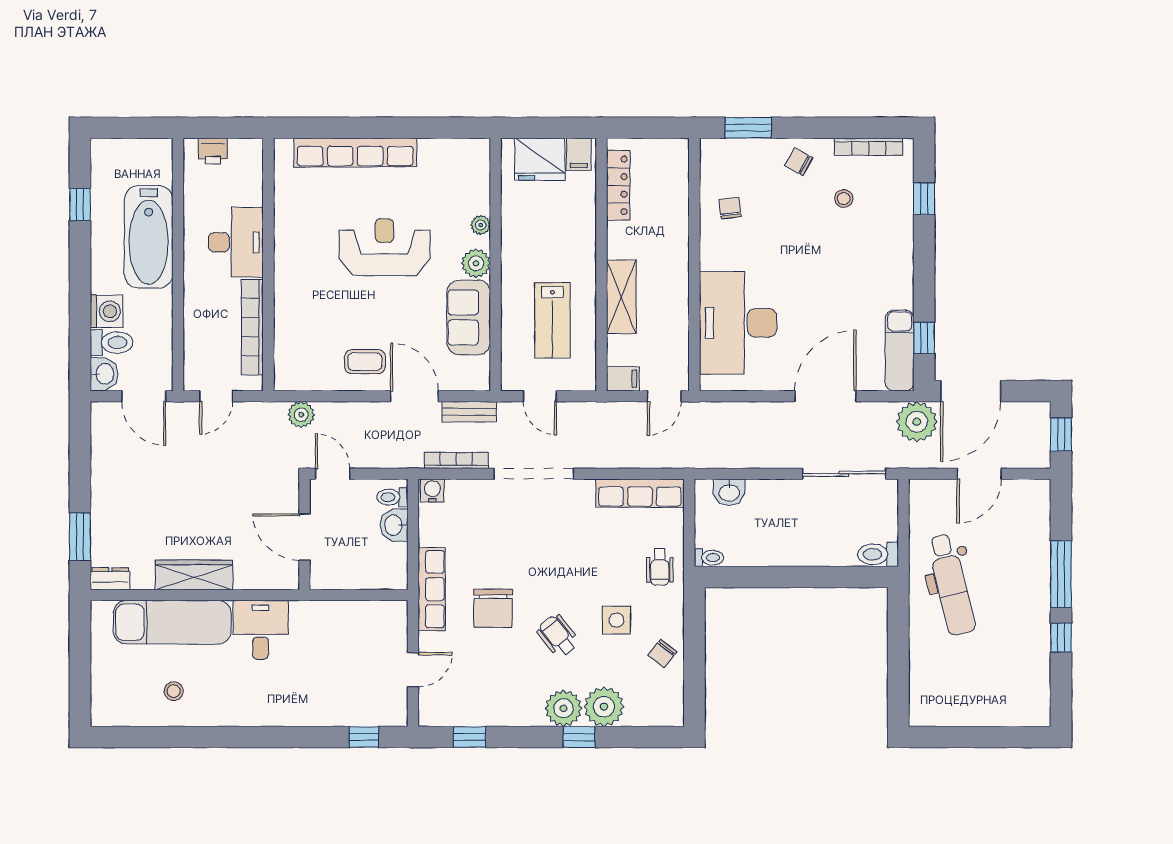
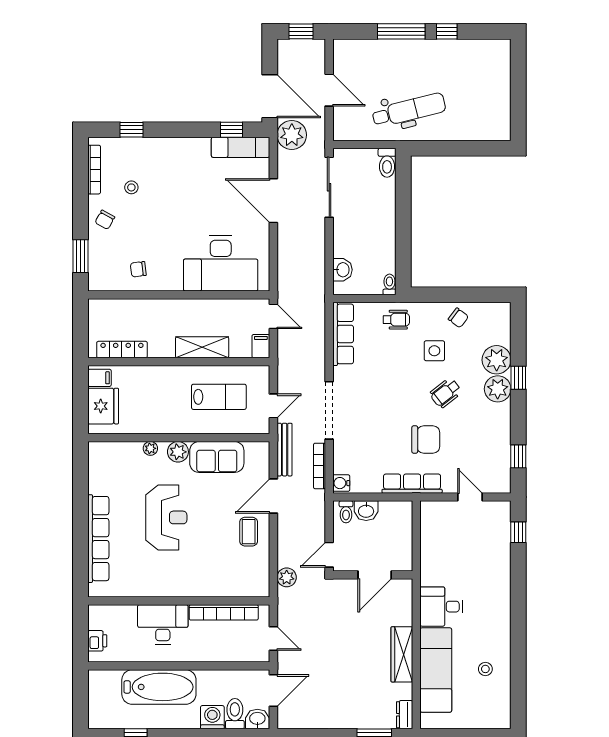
reception desk: (385, 247) -> (166, 517), turned 180
bench: (469, 412) -> (285, 450), width x1.36

